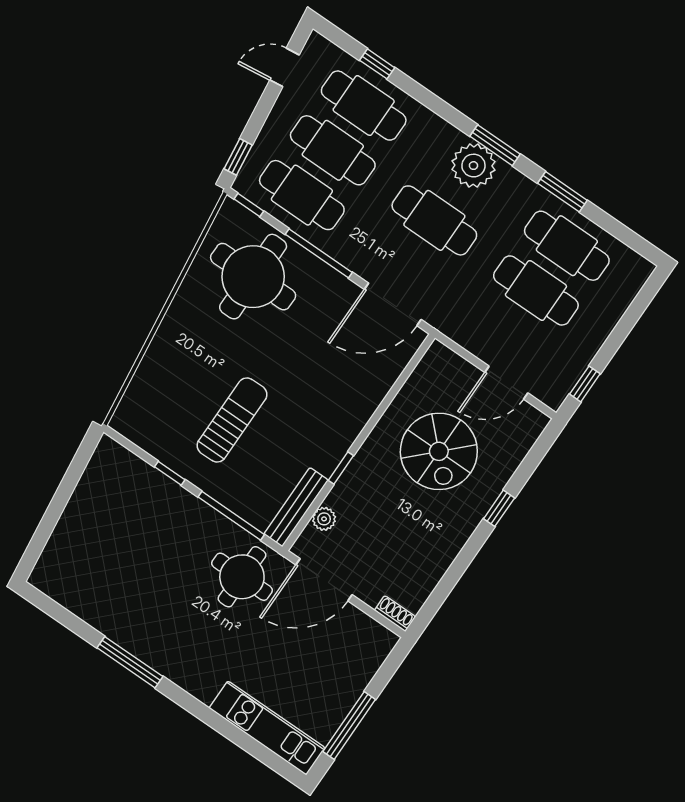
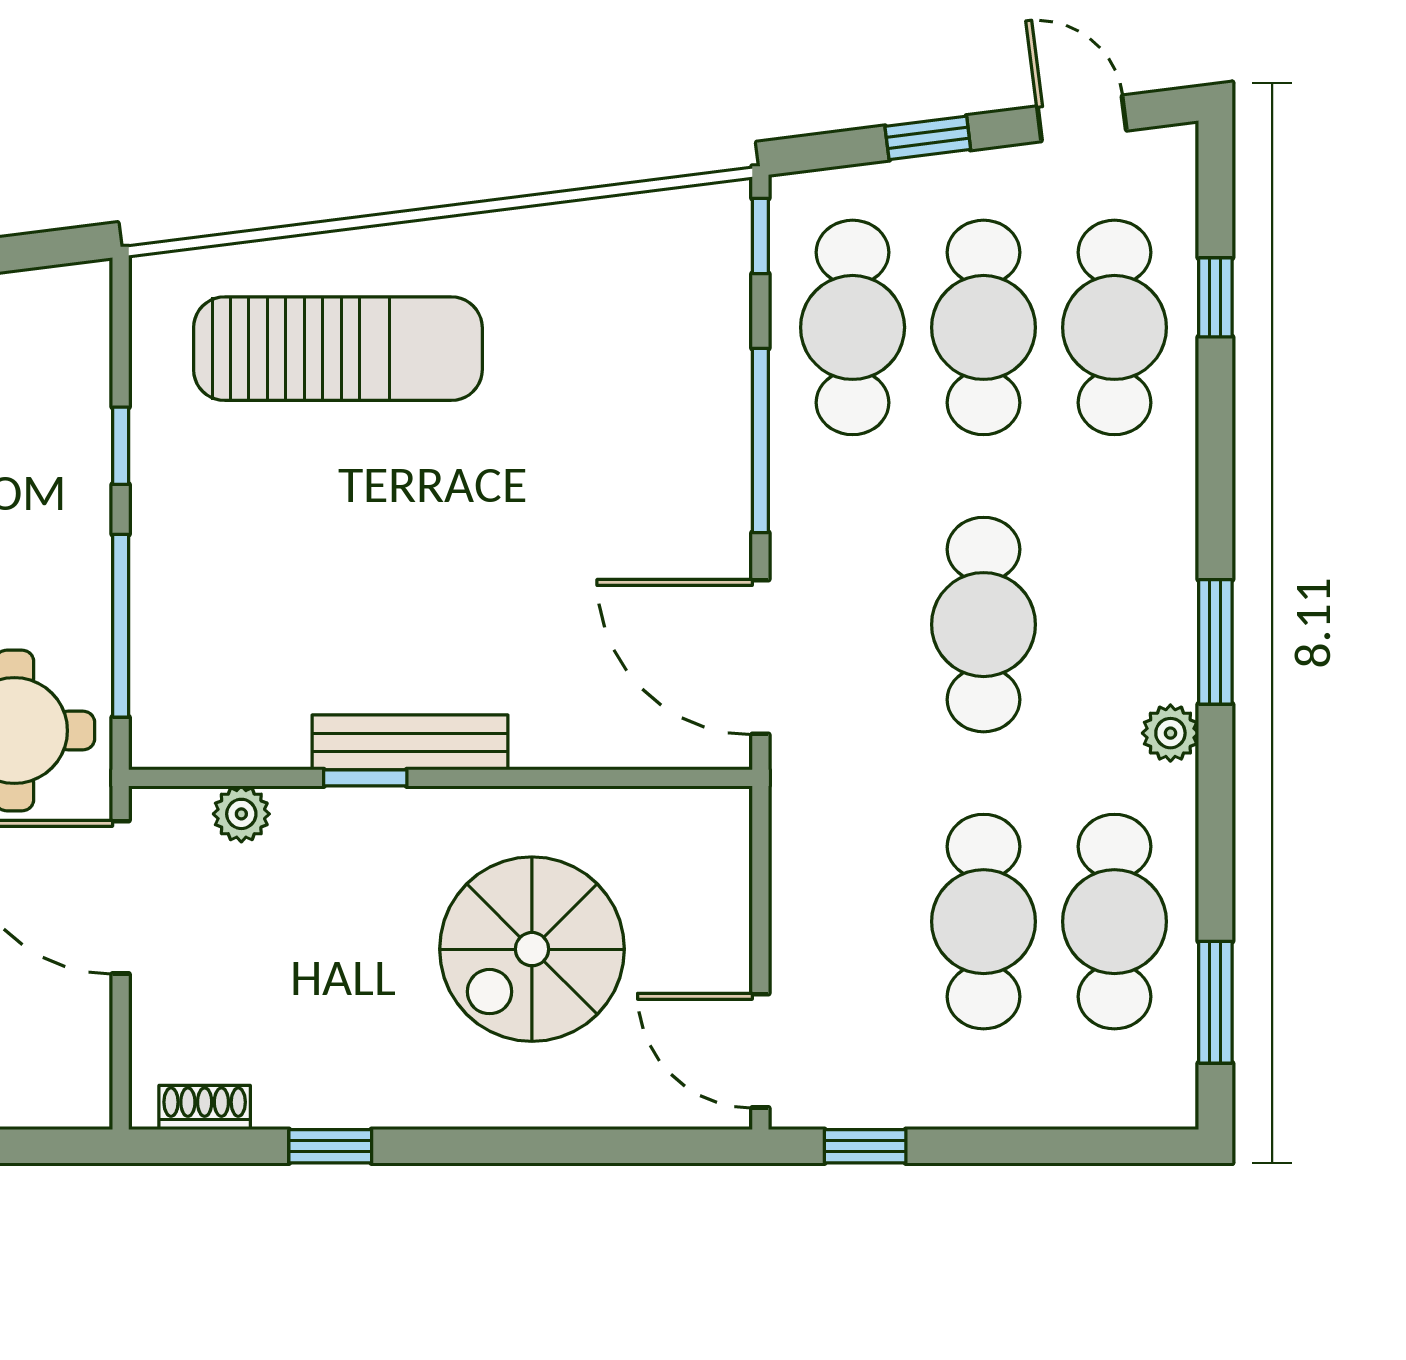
window: (238, 157) -> (928, 138), moved
plant: (473, 166) -> (1170, 733), moved, width x0.53, depth x0.53
window: (562, 192) -> (1215, 1002), moved
round table: (253, 277) -> (624, 342), removed
door: (506, 383) -> (760, 1051), moved
sun lounger: (232, 420) -> (338, 349), moved, width x1.36, depth x1.34
bench: (296, 507) -> (410, 742), moved
window: (499, 508) -> (330, 1146), moved
shoe rack: (395, 614) -> (205, 1107), moved, turned -90

